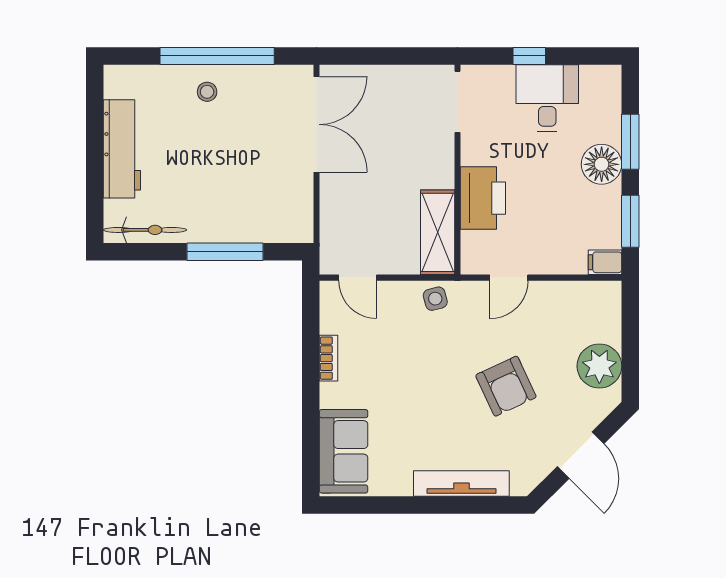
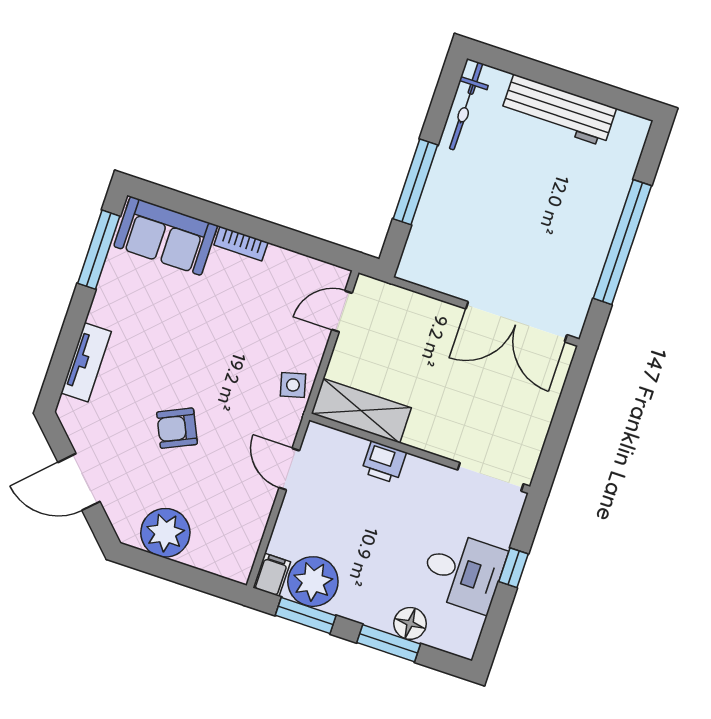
stool: (207, 92) -> (589, 219), removed
floor lamp: (602, 164) -> (410, 623), moved, width x0.73, depth x0.73
printer: (483, 198) -> (384, 462), width x0.53, depth x0.68
plant: (599, 225) -> (313, 582), added
bookcase: (328, 358) -> (241, 244), moved
armchair: (506, 386) -> (177, 428), width x0.72, depth x0.72
tv unit: (461, 483) -> (86, 362), width x0.71
window: (375, 505) -> (99, 250), added

